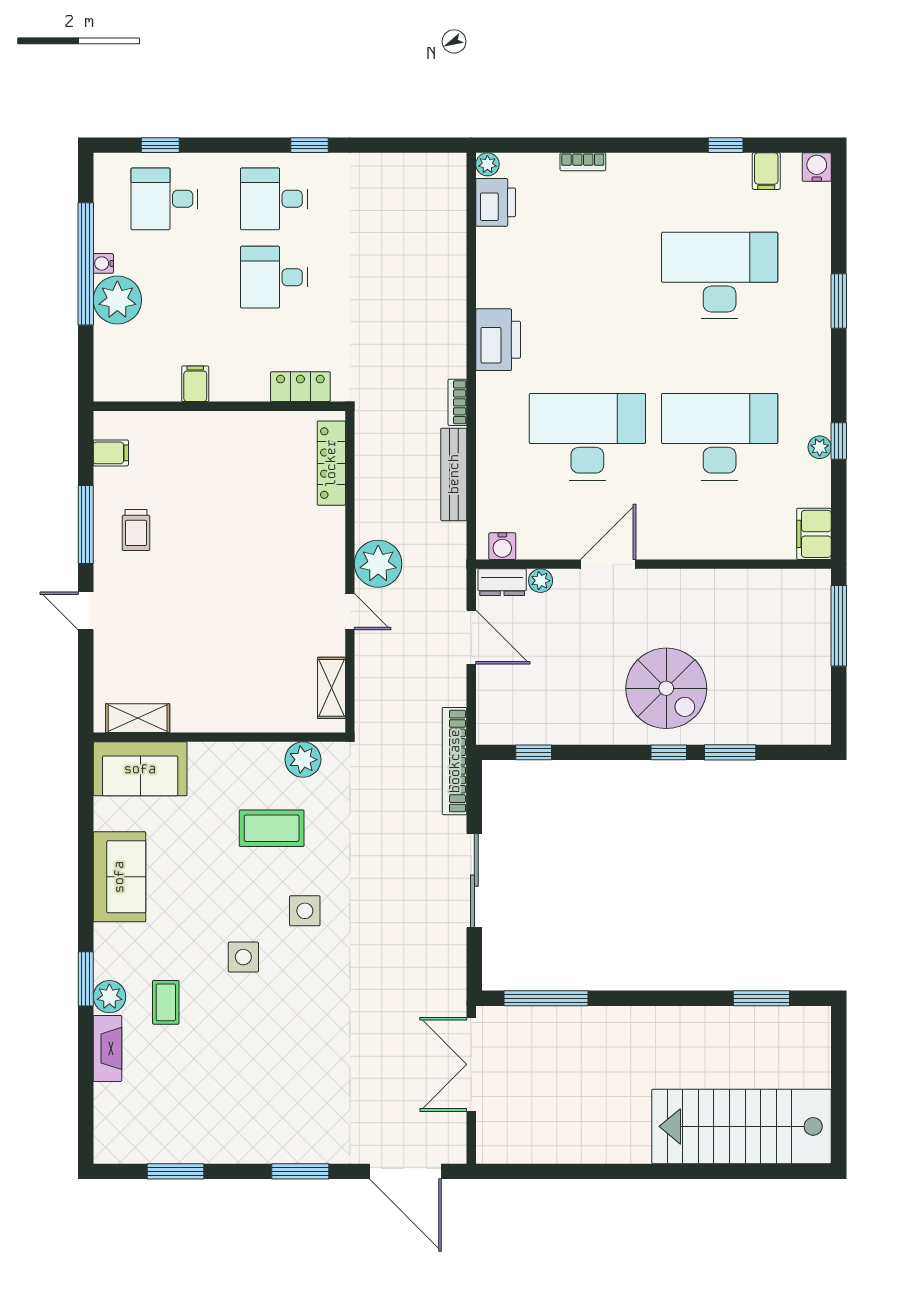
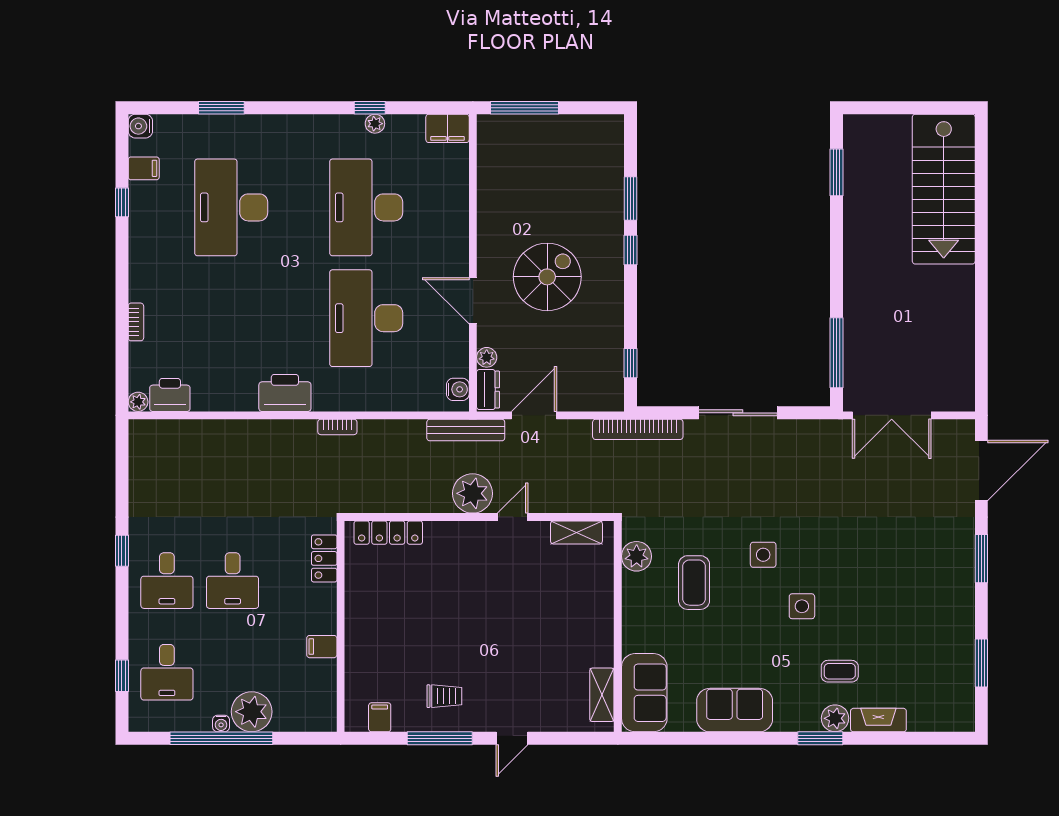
window: (839, 301) -> (221, 108), moved
bench: (454, 474) -> (466, 430), moved
spiral stairs: (666, 688) -> (547, 277), moved

